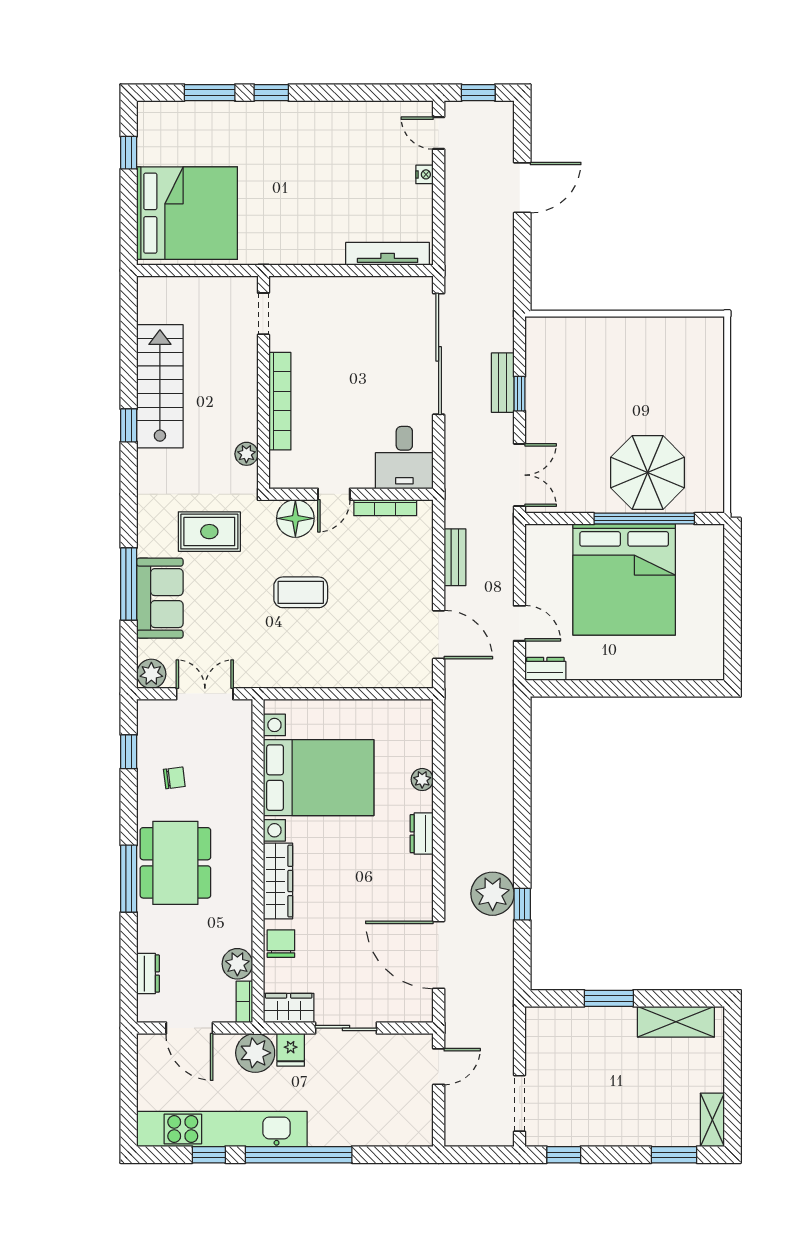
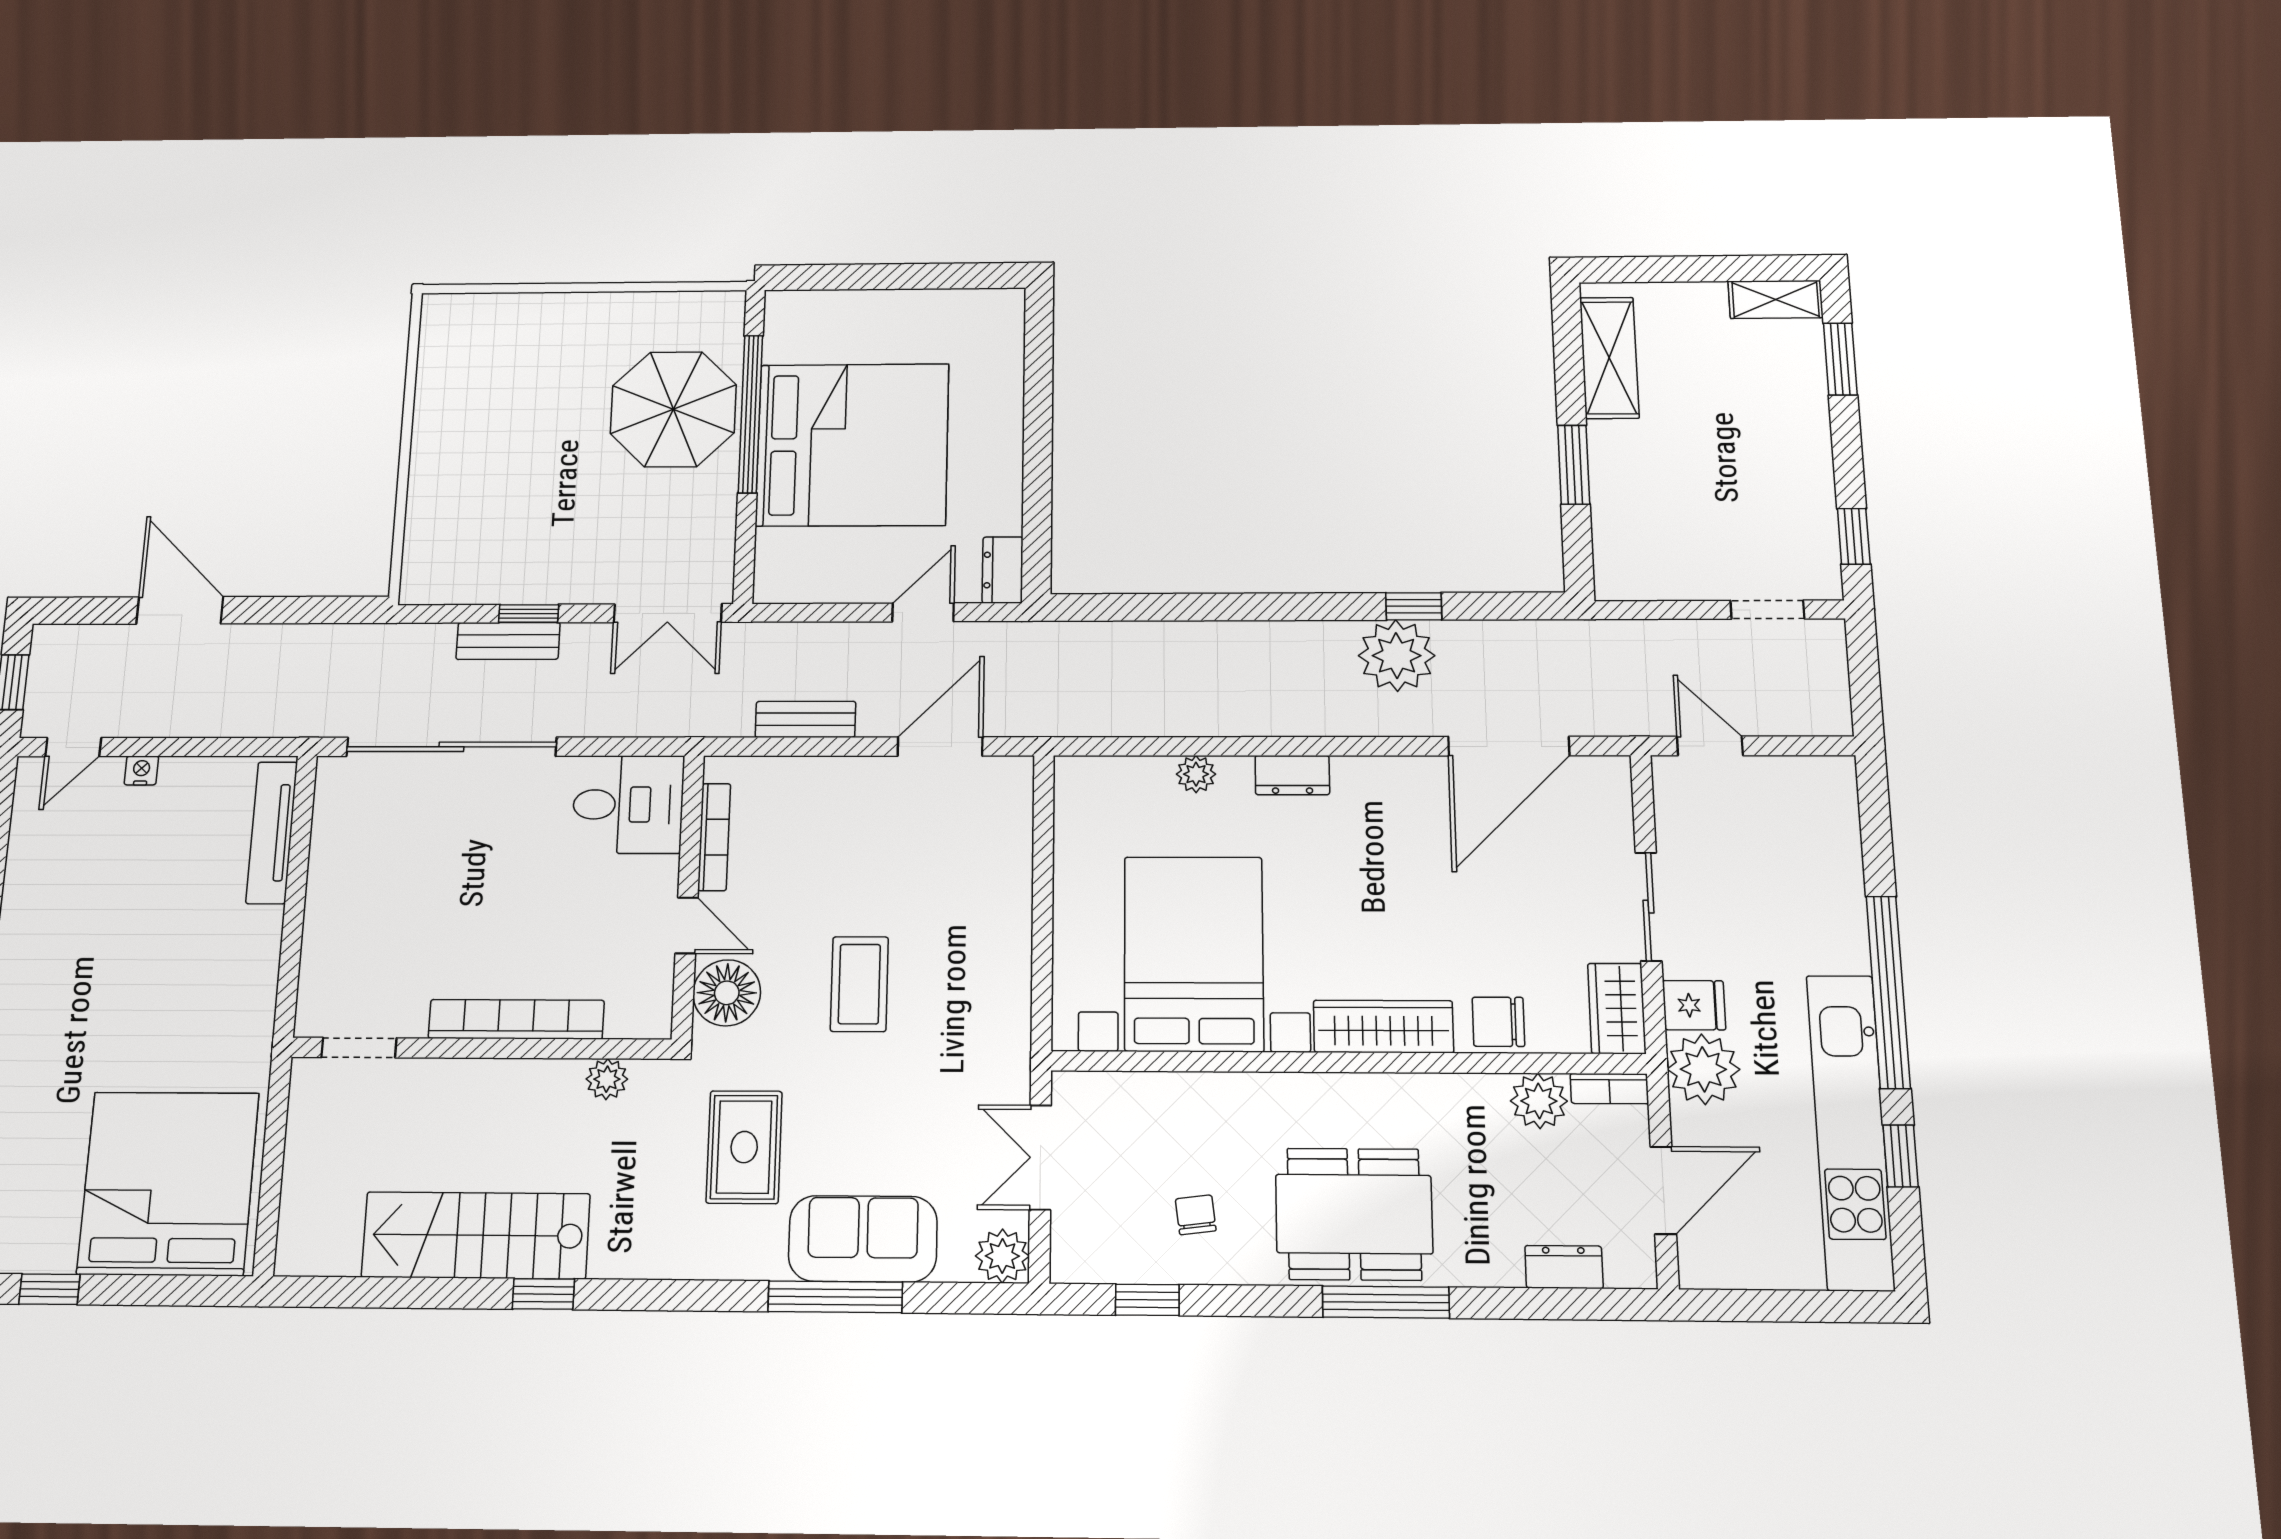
double door: (520, 475) -> (668, 613), swing flipped
doorway: (520, 1103) -> (1767, 610), width x0.73

